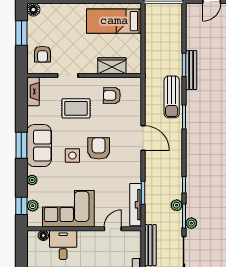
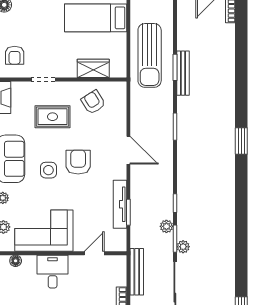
armchair: (112, 95) -> (93, 102), turned 57
sun lounger: (172, 97) -> (150, 55), moved, width x1.36, depth x1.34
tv unit: (136, 205) -> (120, 204), moved
desk: (63, 245) -> (53, 272), moved

